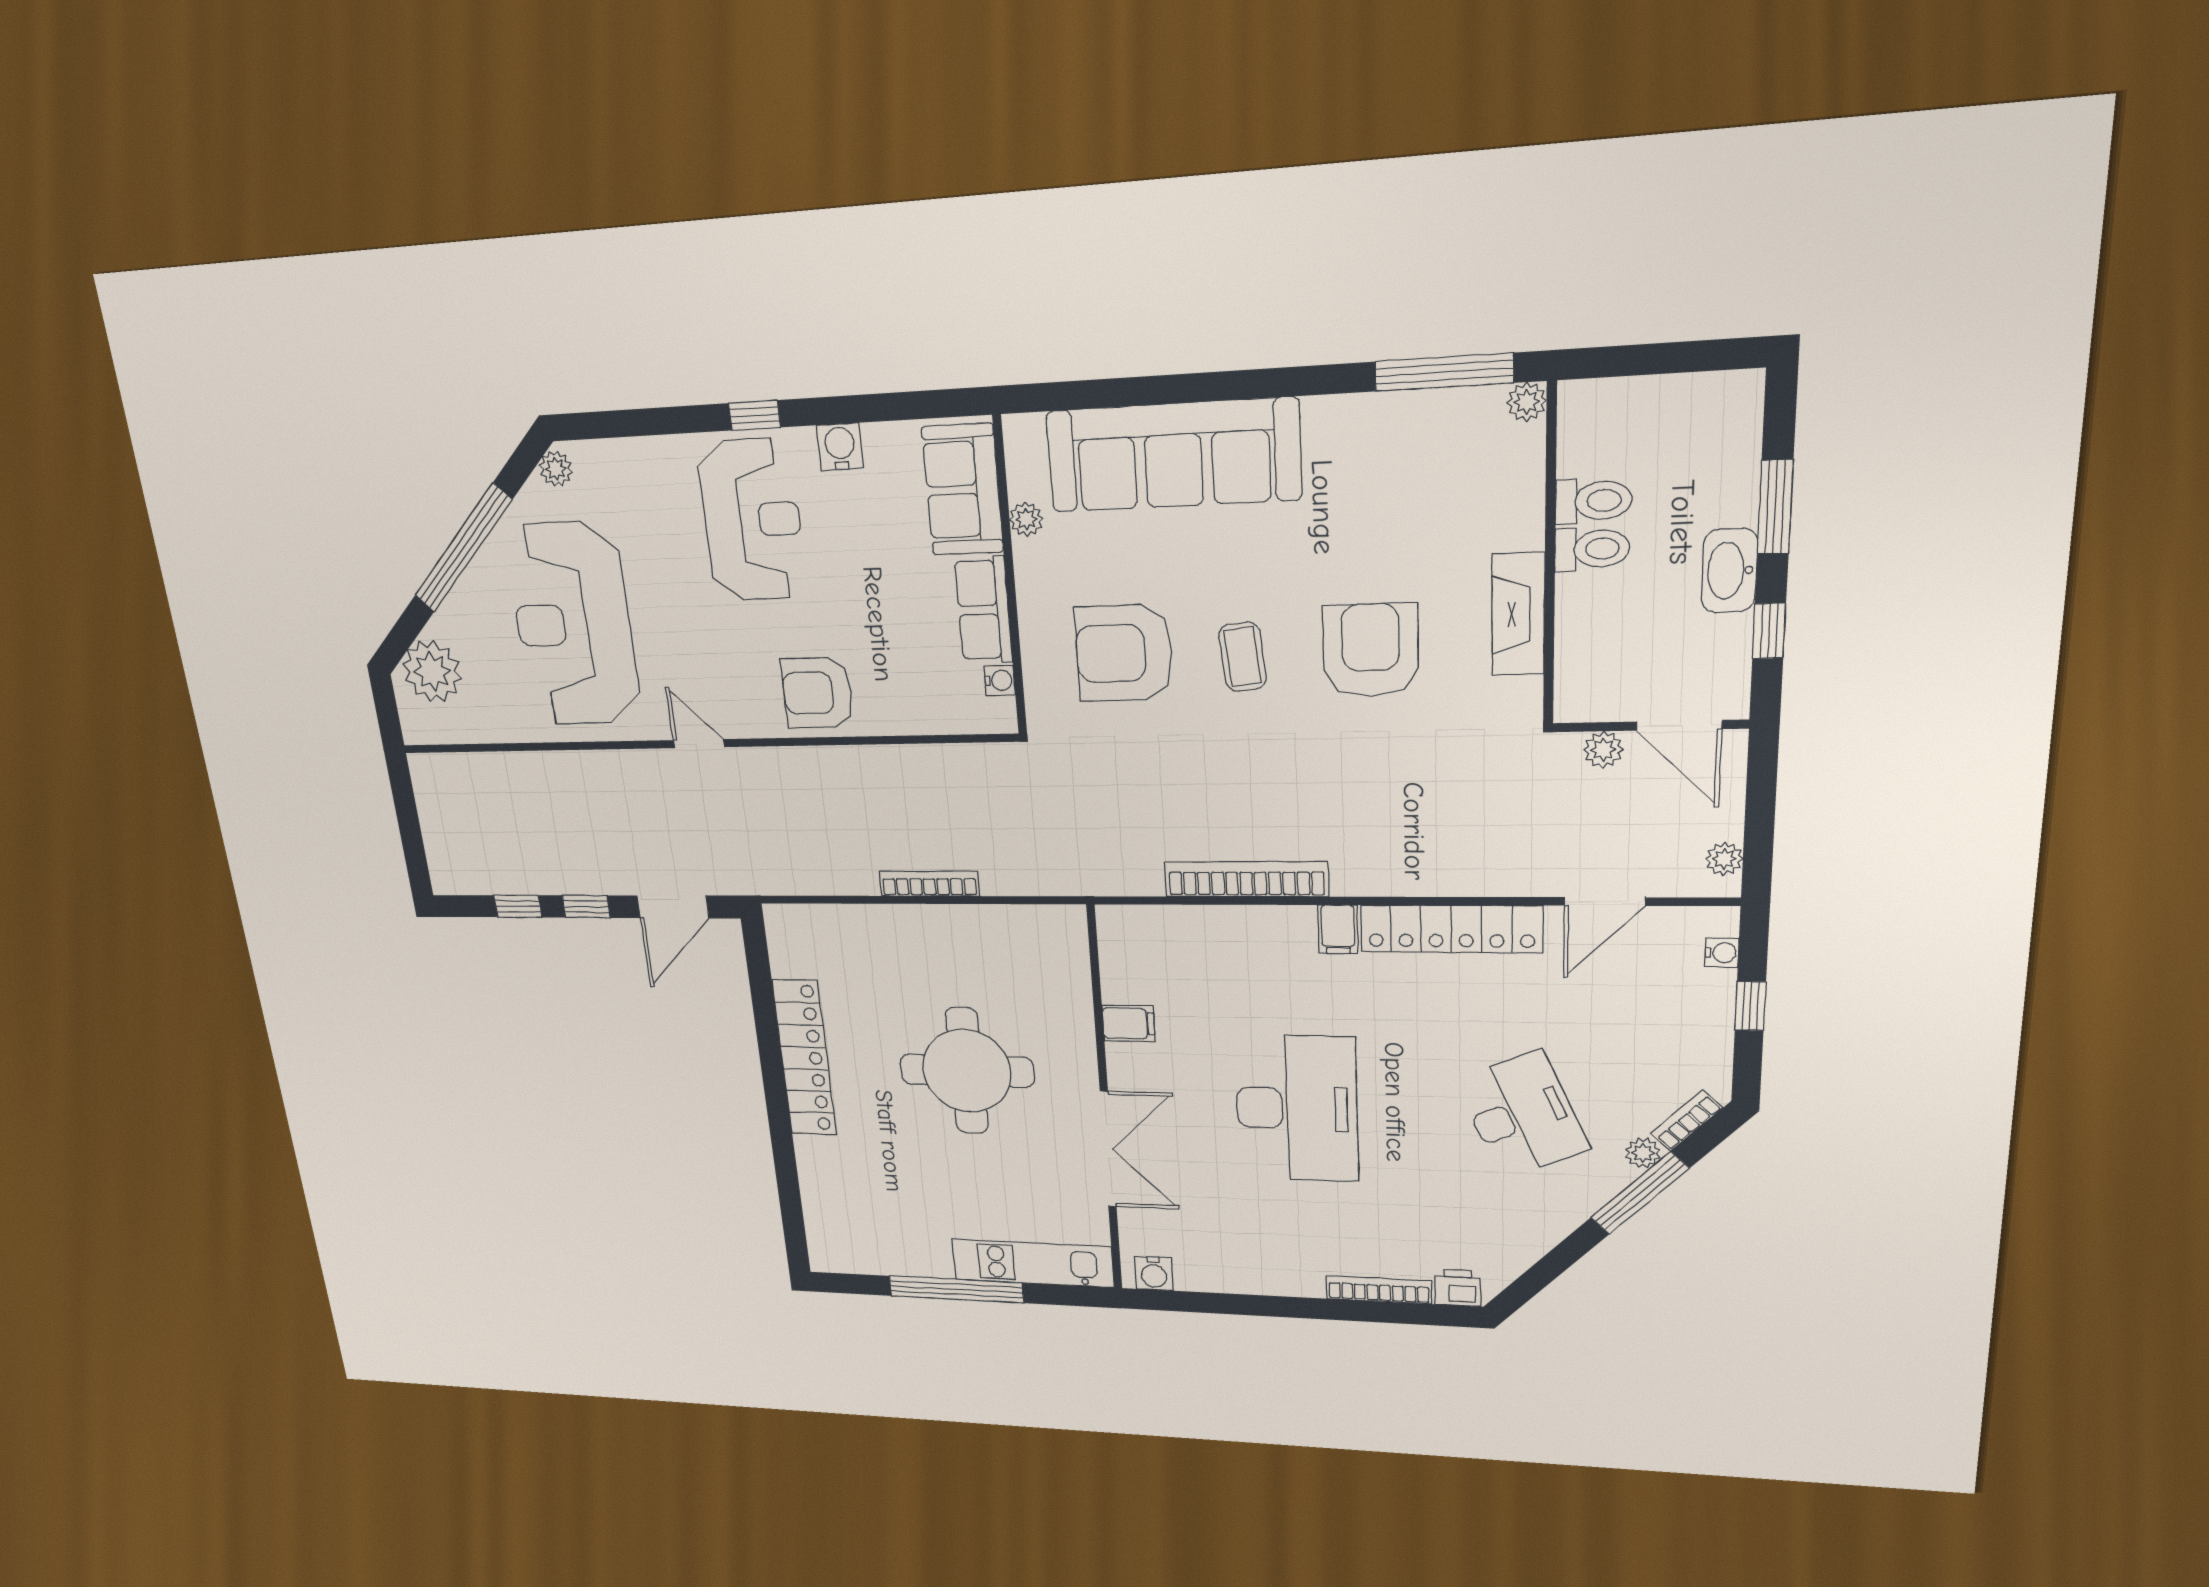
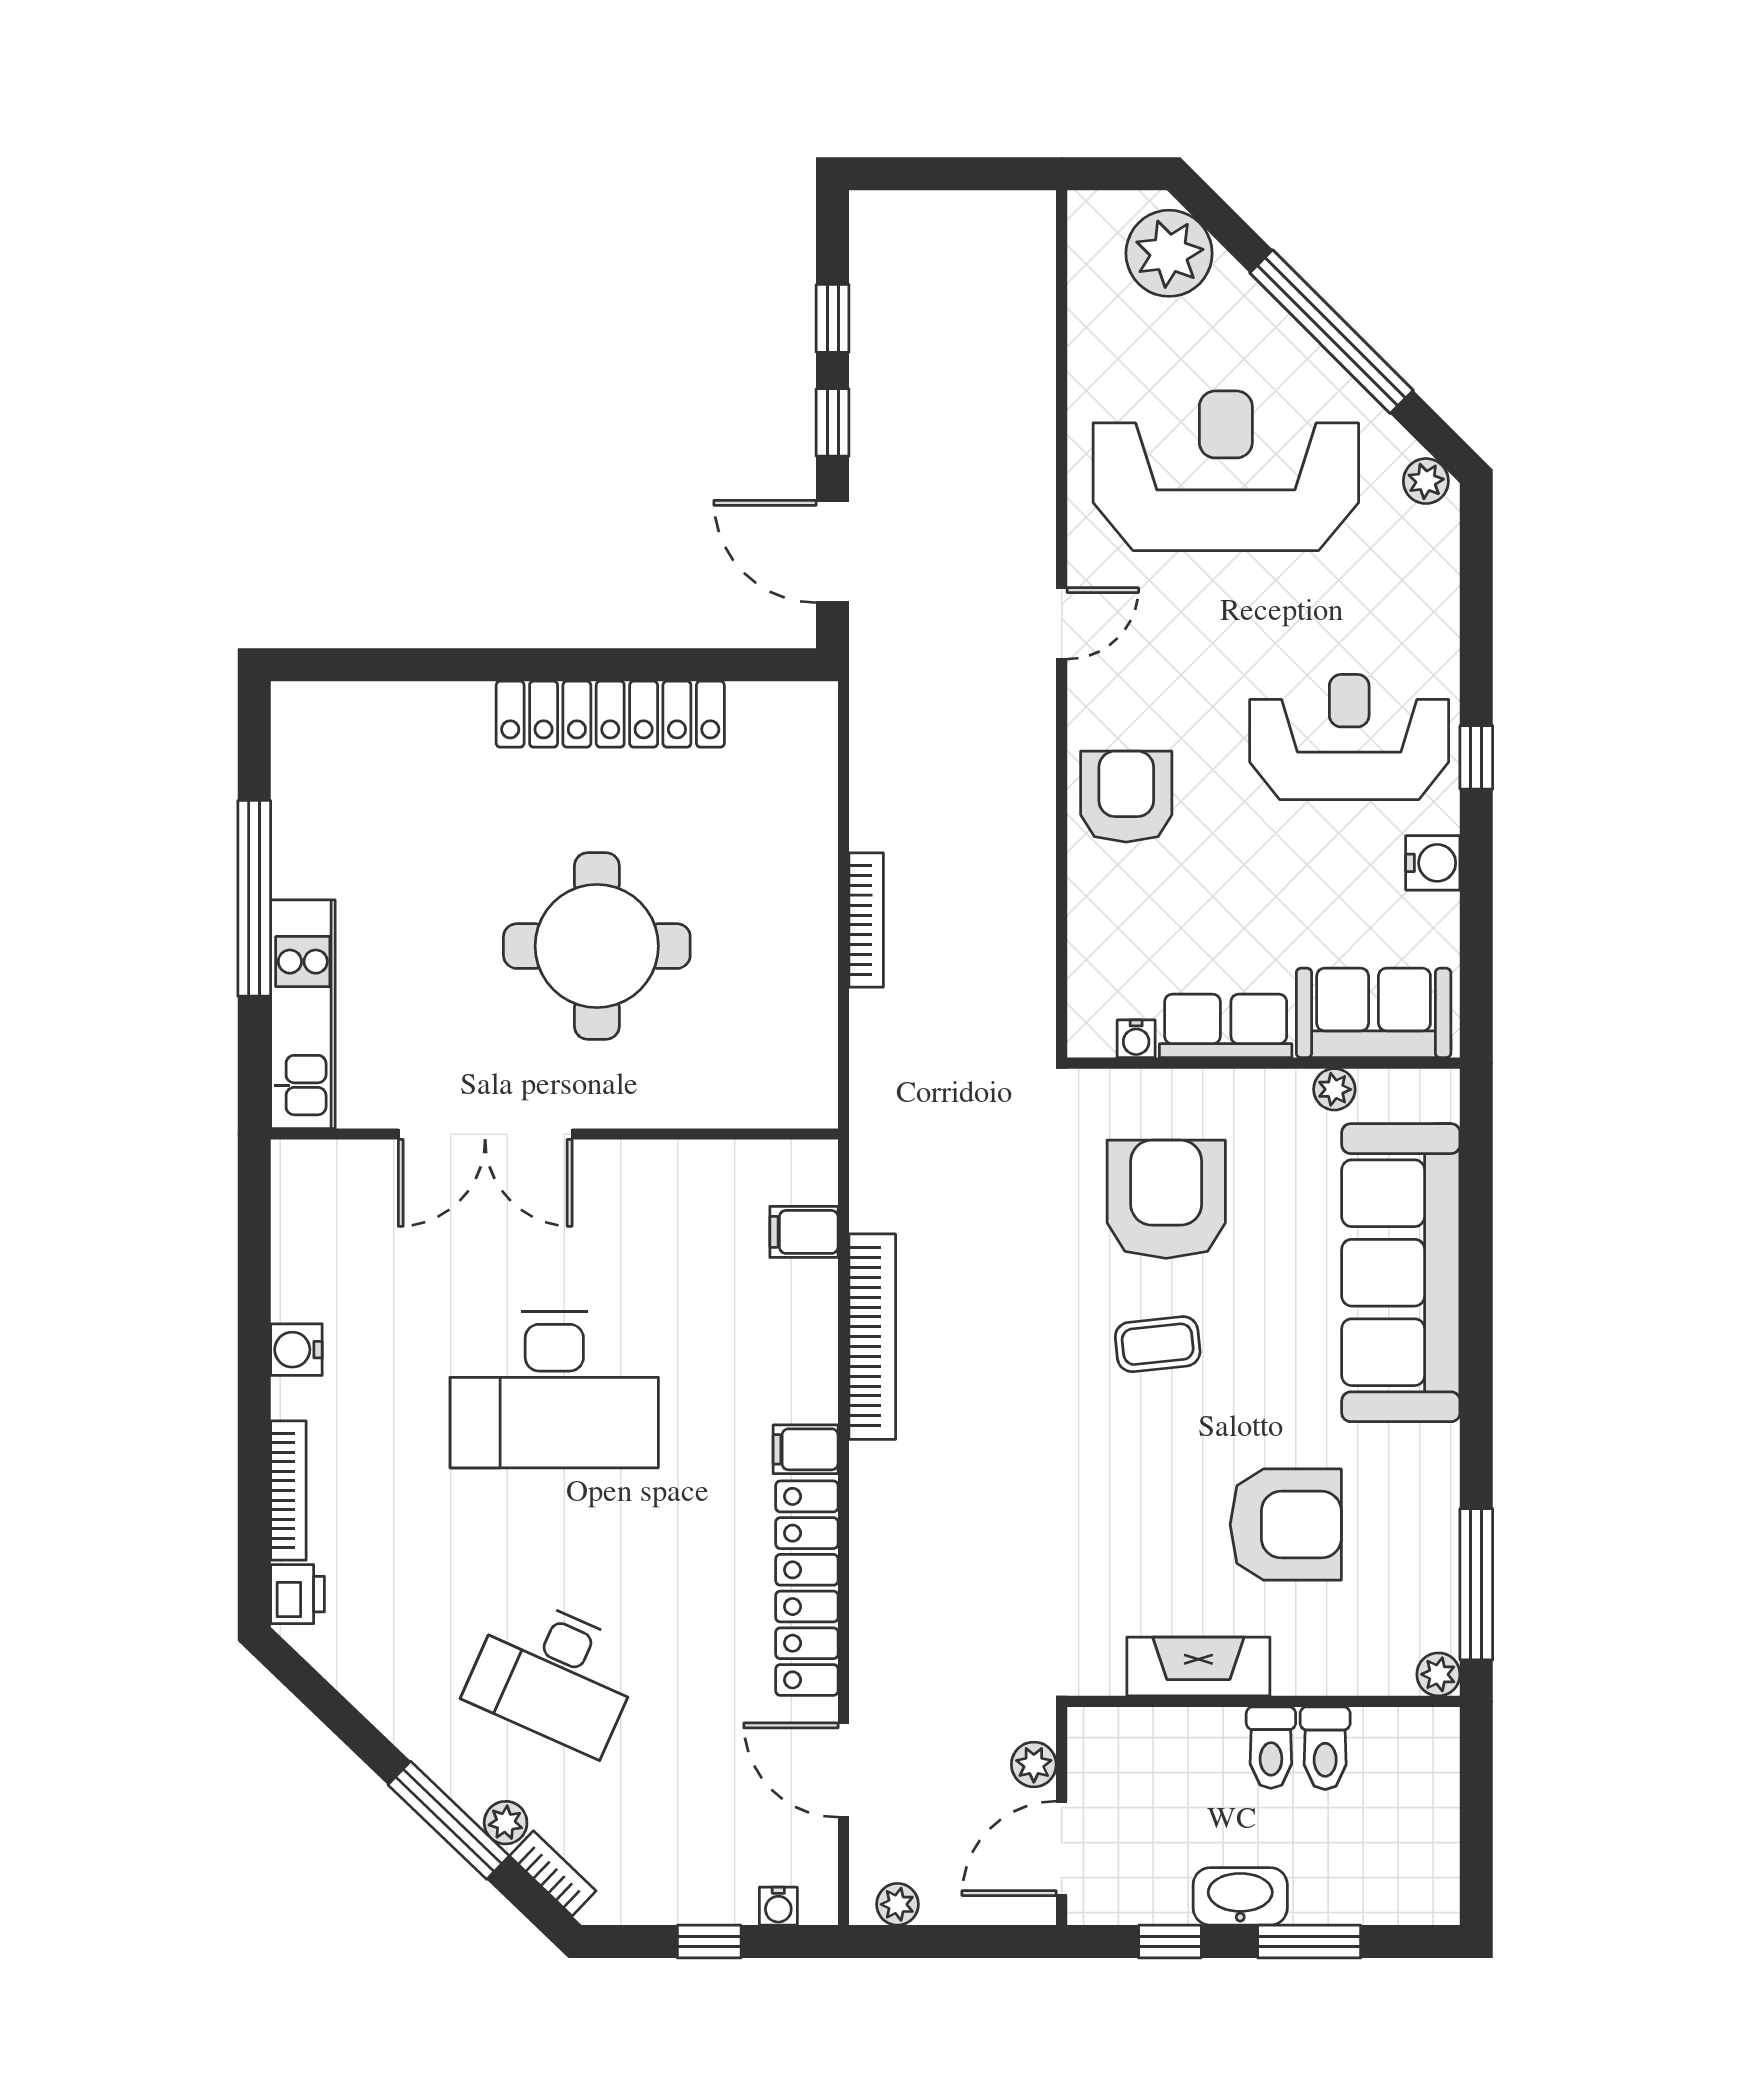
reception desk: (752, 520) -> (1349, 737), turned 180
armchair: (1370, 650) -> (1286, 1525), moved
filing cabinet: (1129, 1023) -> (804, 1232), moved, turned 90
desk: (1522, 1115) -> (554, 1675), turned 48
water cooler: (1154, 1273) -> (296, 1350), moved

